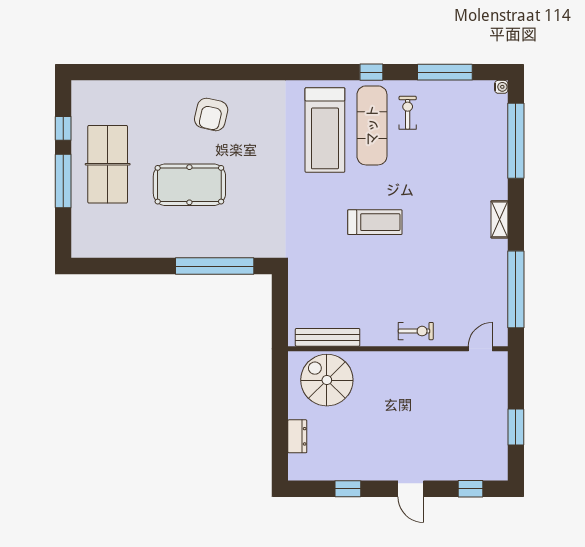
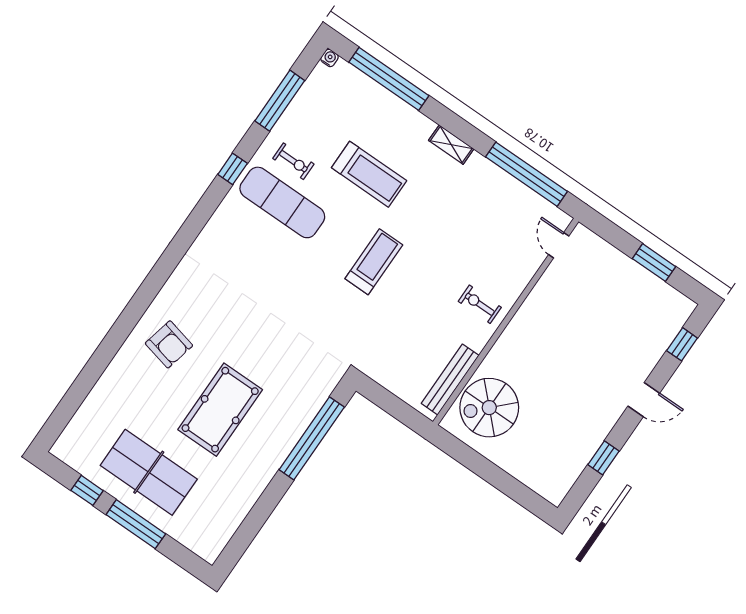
exercise bike: (408, 113) -> (293, 161), turned 180
treadmill: (325, 130) -> (369, 174), moved, width x0.73, depth x0.73
exercise bike: (416, 331) -> (480, 304), moved, turned -90
dresser: (297, 436) -> (522, 471), removed

